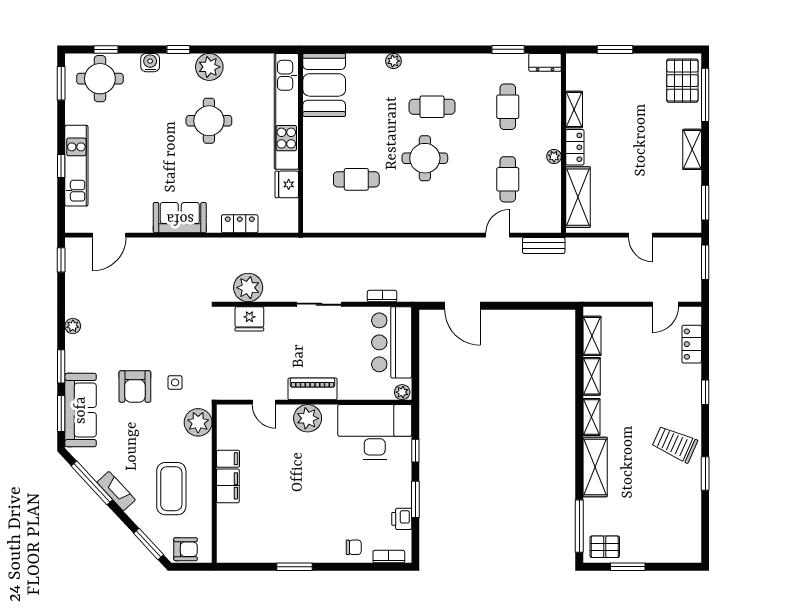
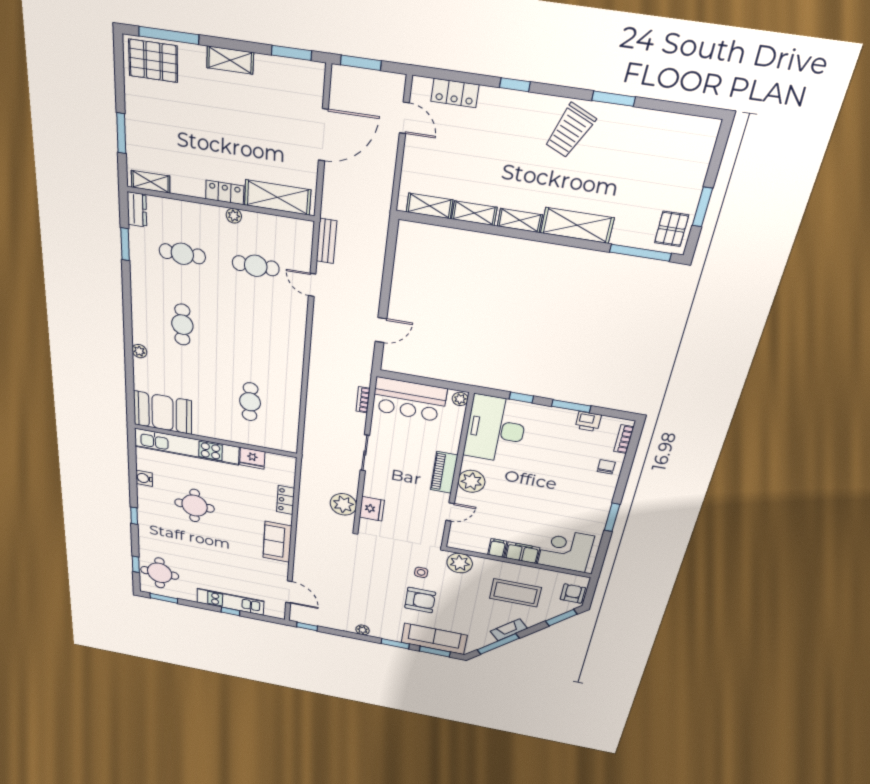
water cooler: (150, 63) -> (144, 478), moved
plant: (209, 67) -> (148, 497), removed
shelving: (574, 110) -> (151, 182), moved
round table: (425, 158) -> (232, 340), removed
door: (641, 235) -> (323, 135), width x1.88
door: (462, 306) -> (381, 330), width x0.73
corner desk: (242, 530) -> (566, 550), added

